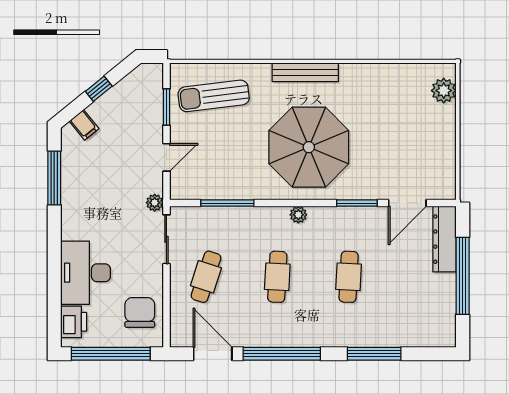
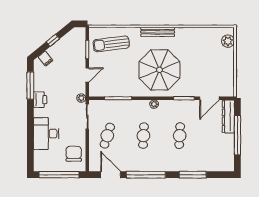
printer: (74, 322) -> (40, 100), moved

